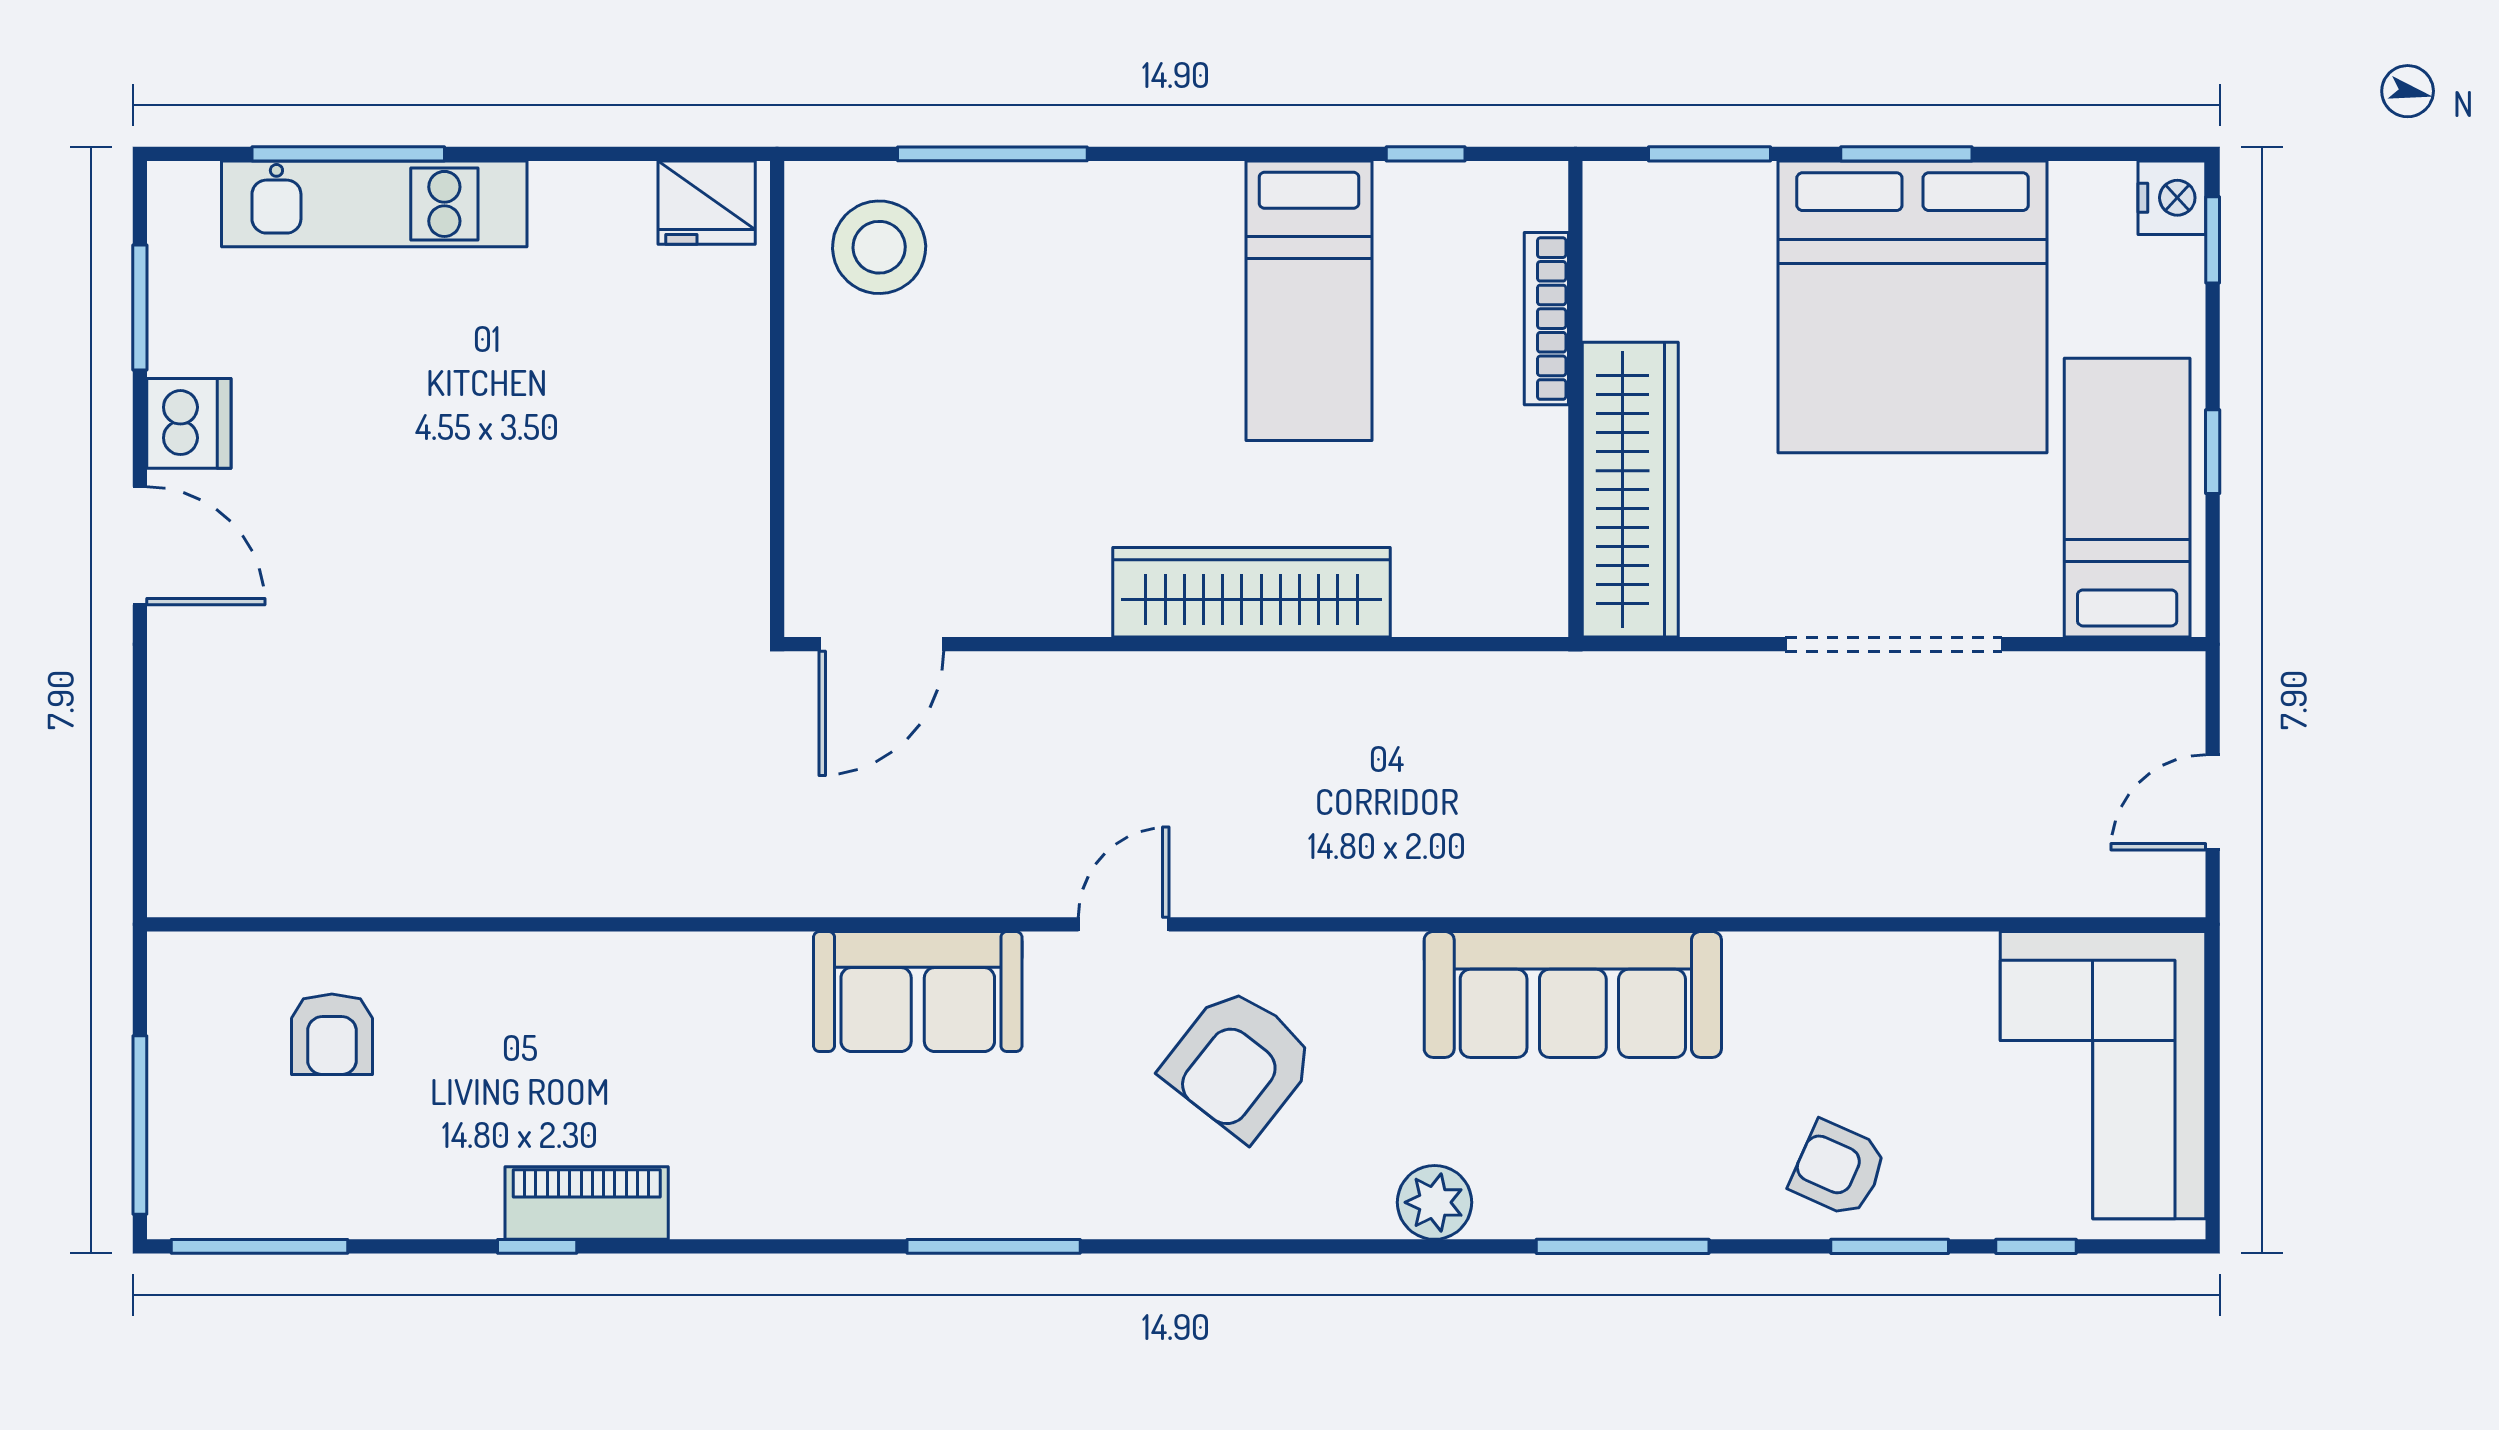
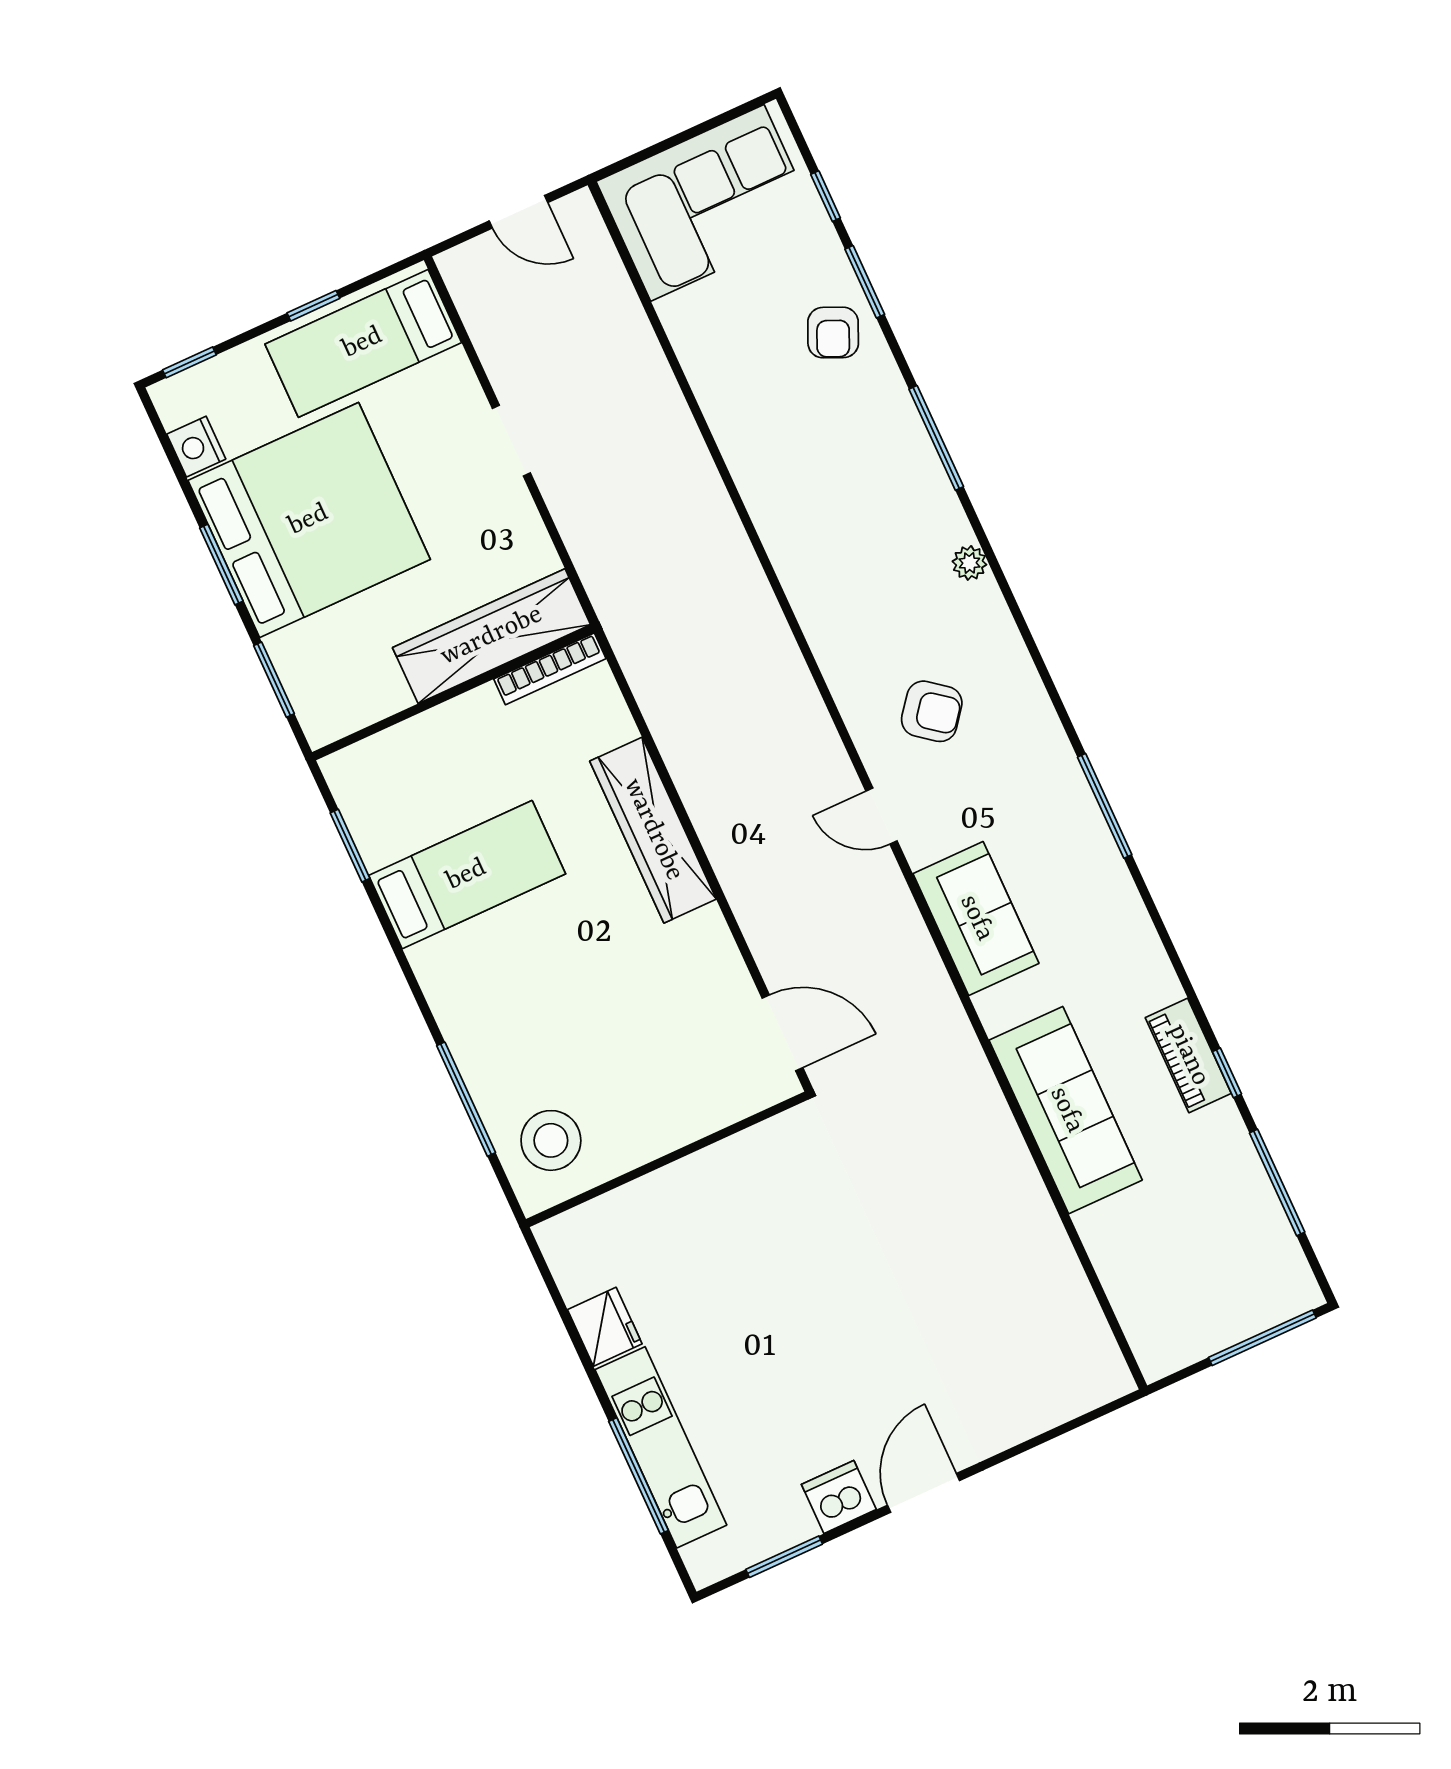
window: (1426, 154) -> (350, 846), width x1.50
nightstand: (2172, 198) -> (196, 447), moved, turned -90
fridge: (707, 203) -> (605, 1327), moved
bookcase: (1546, 319) -> (550, 669), moved
doorway: (1894, 644) -> (511, 441), width x0.53
sofa: (1573, 994) -> (1066, 1110), moved
armchair: (332, 1034) -> (1158, 1250), removed
armchair: (1239, 1063) -> (932, 711), width x0.72, depth x0.72
plant: (1435, 1202) -> (969, 563), width x0.73, depth x0.73
window: (259, 1246) -> (1277, 1183), moved

